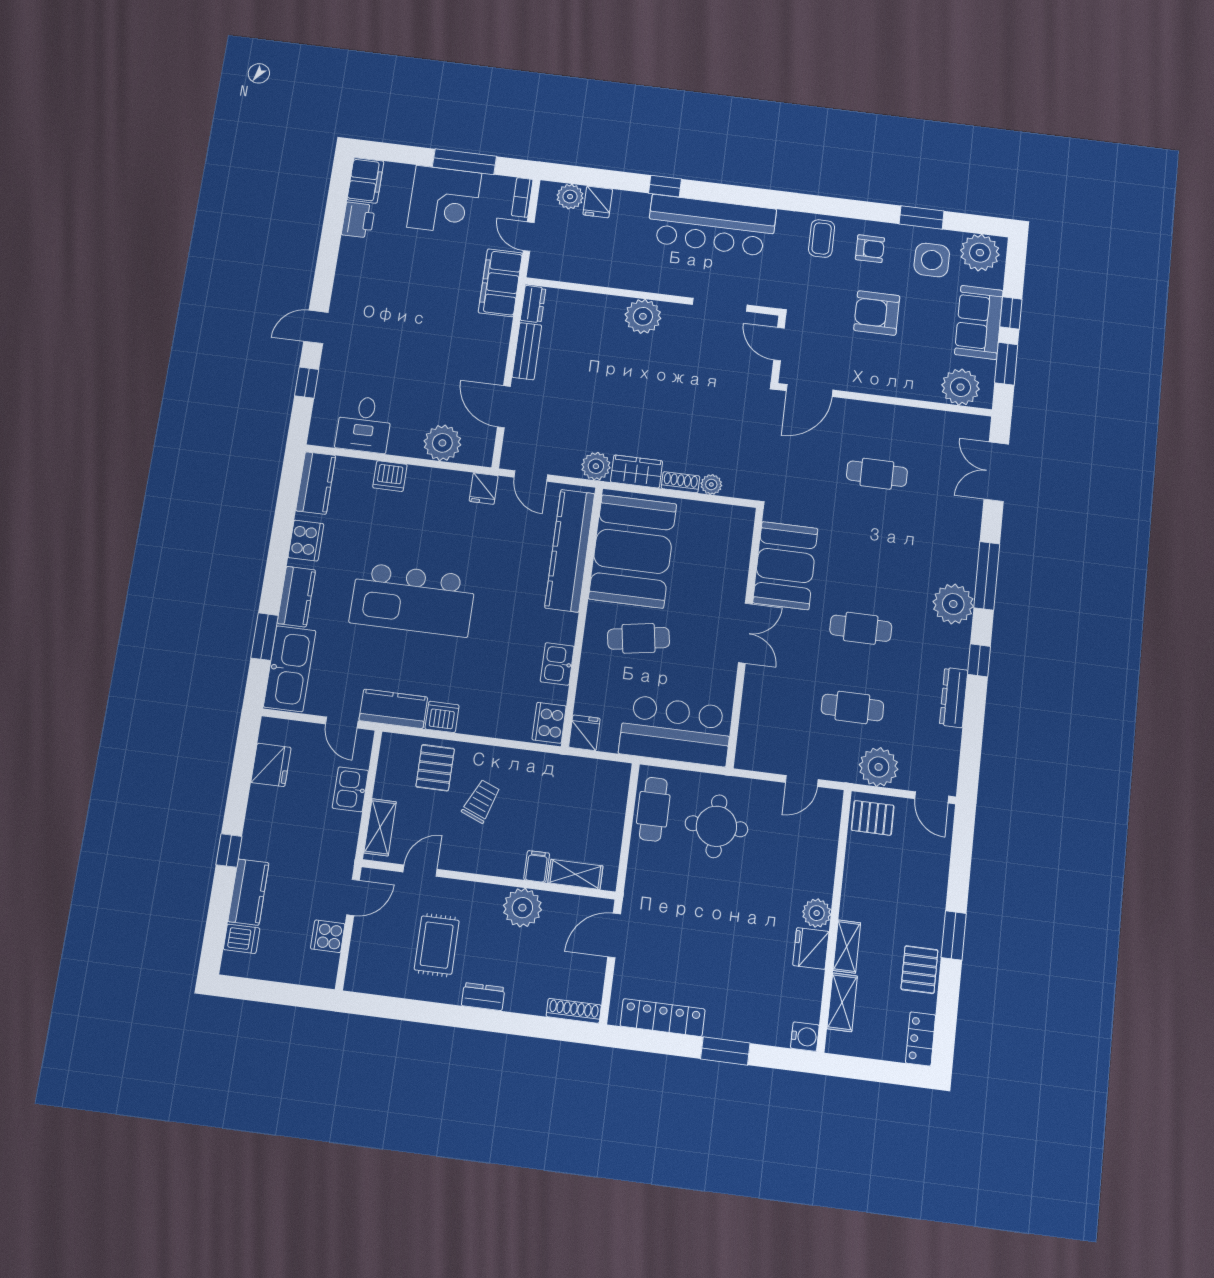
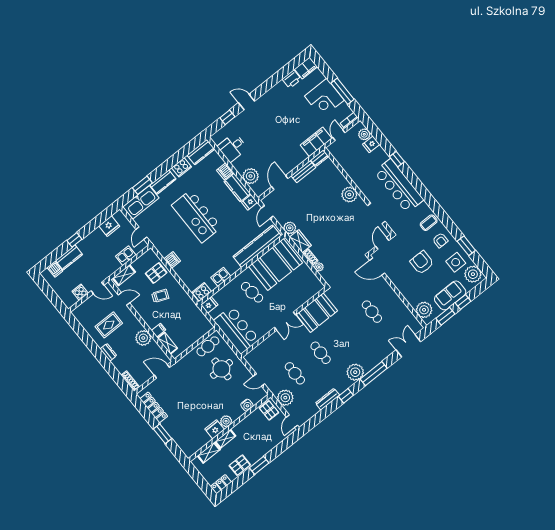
kitchen counter: (393, 709) -> (237, 188), moved, turned 180
water cooler: (805, 1037) -> (247, 405), moved

